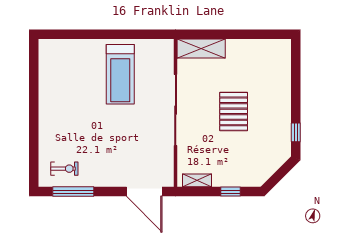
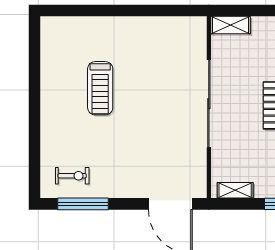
shelving: (201, 49) -> (230, 25), width x0.67, depth x0.75
treadmill: (120, 74) -> (100, 88), moved, width x0.73, depth x0.73

